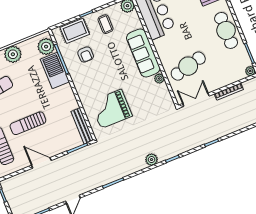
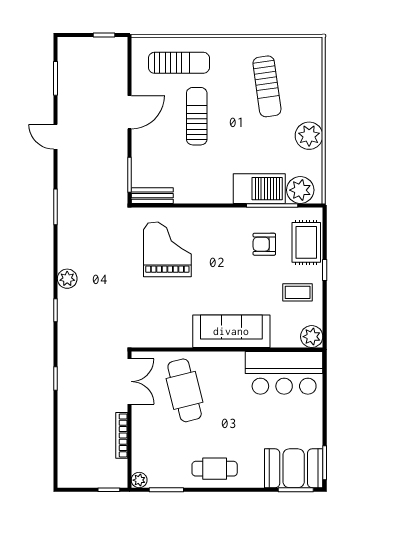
cafe table: (226, 30) -> (215, 469), width x0.73, depth x0.74
plant: (159, 79) -> (183, 340), removed
bench: (82, 126) -> (152, 196), width x0.73

